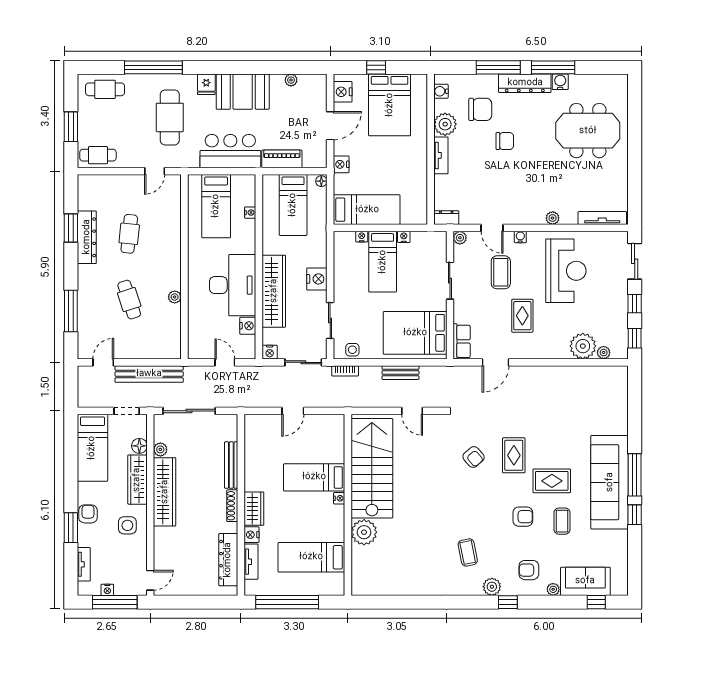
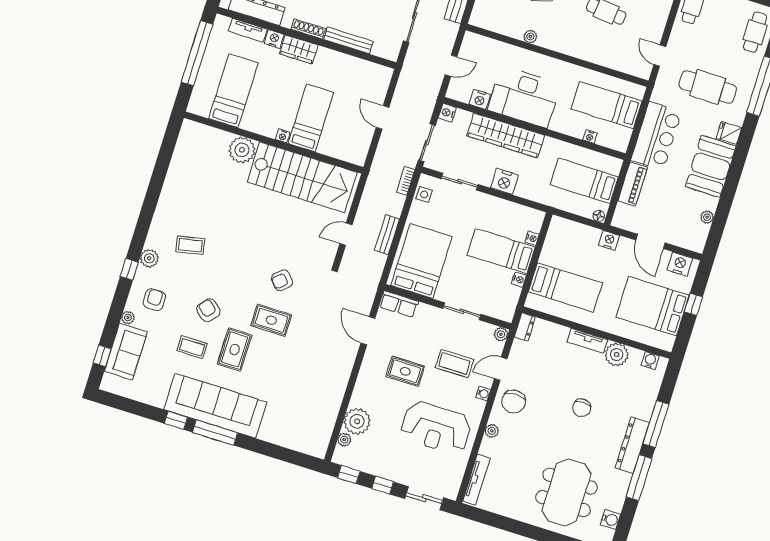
water cooler: (560, 82) -> (610, 520), moved
chair: (480, 109) -> (514, 402), moved
bed: (367, 210) -> (565, 287), moved, turned -90
armchair: (523, 517) -> (208, 310), turned 131

